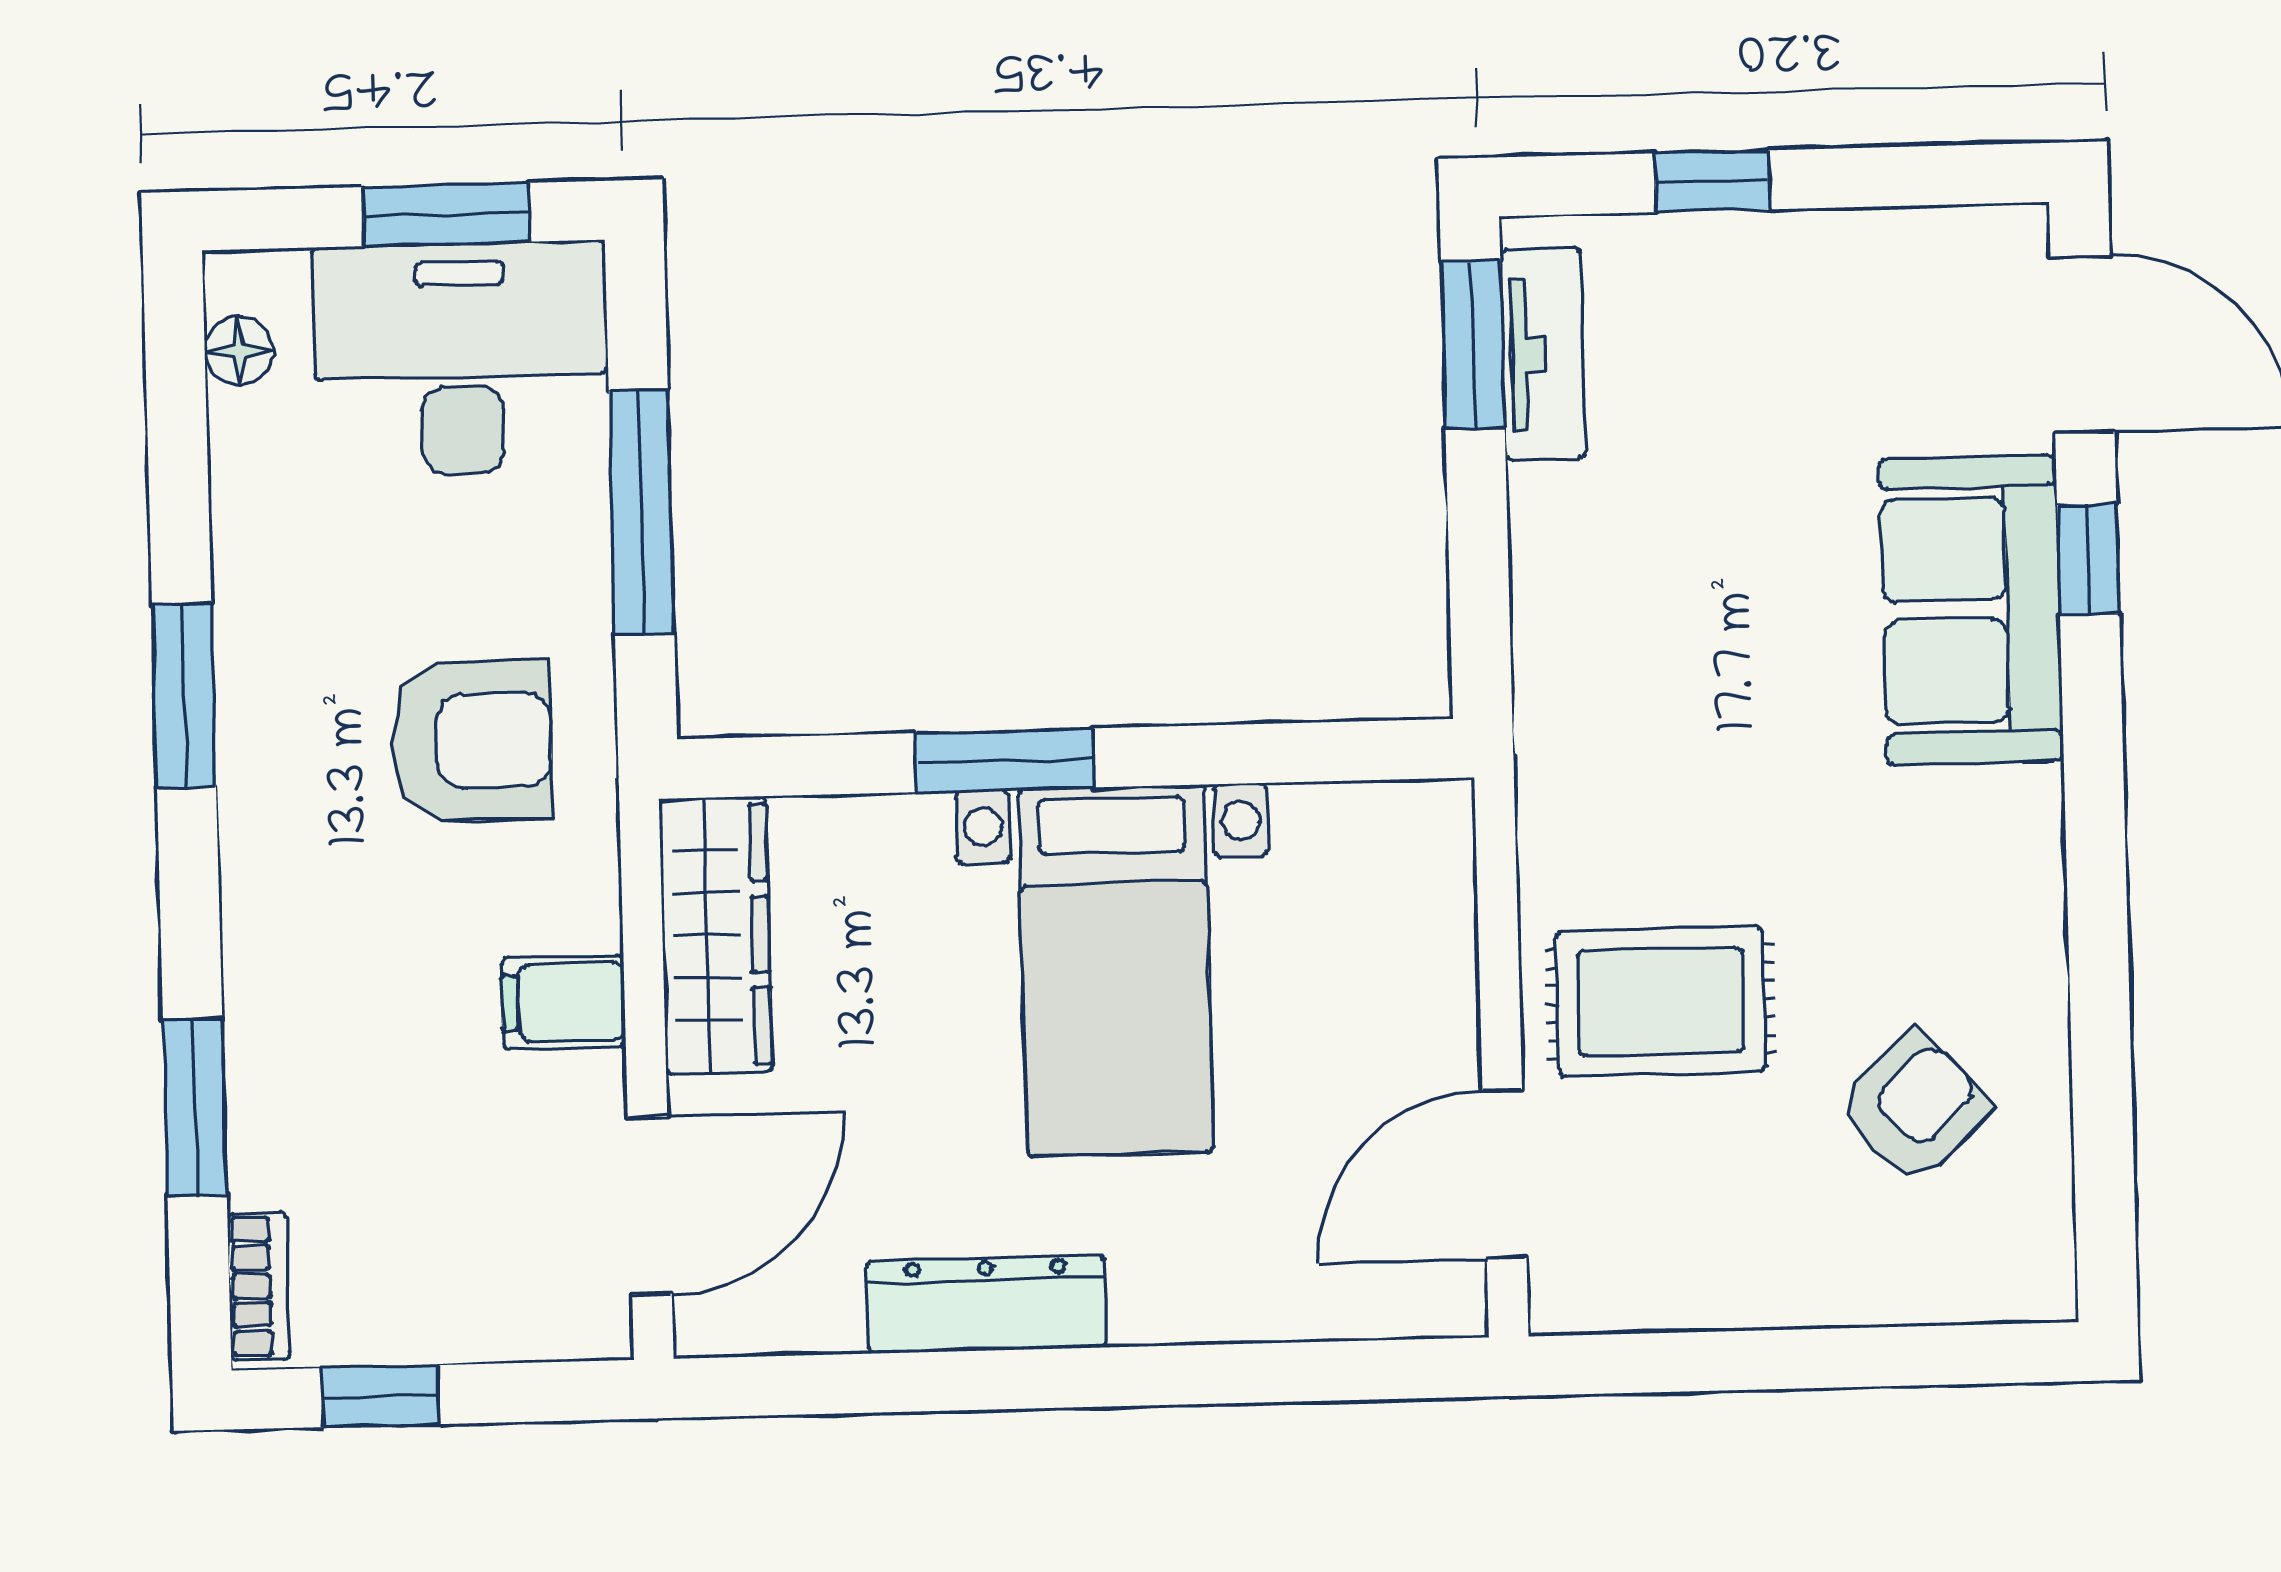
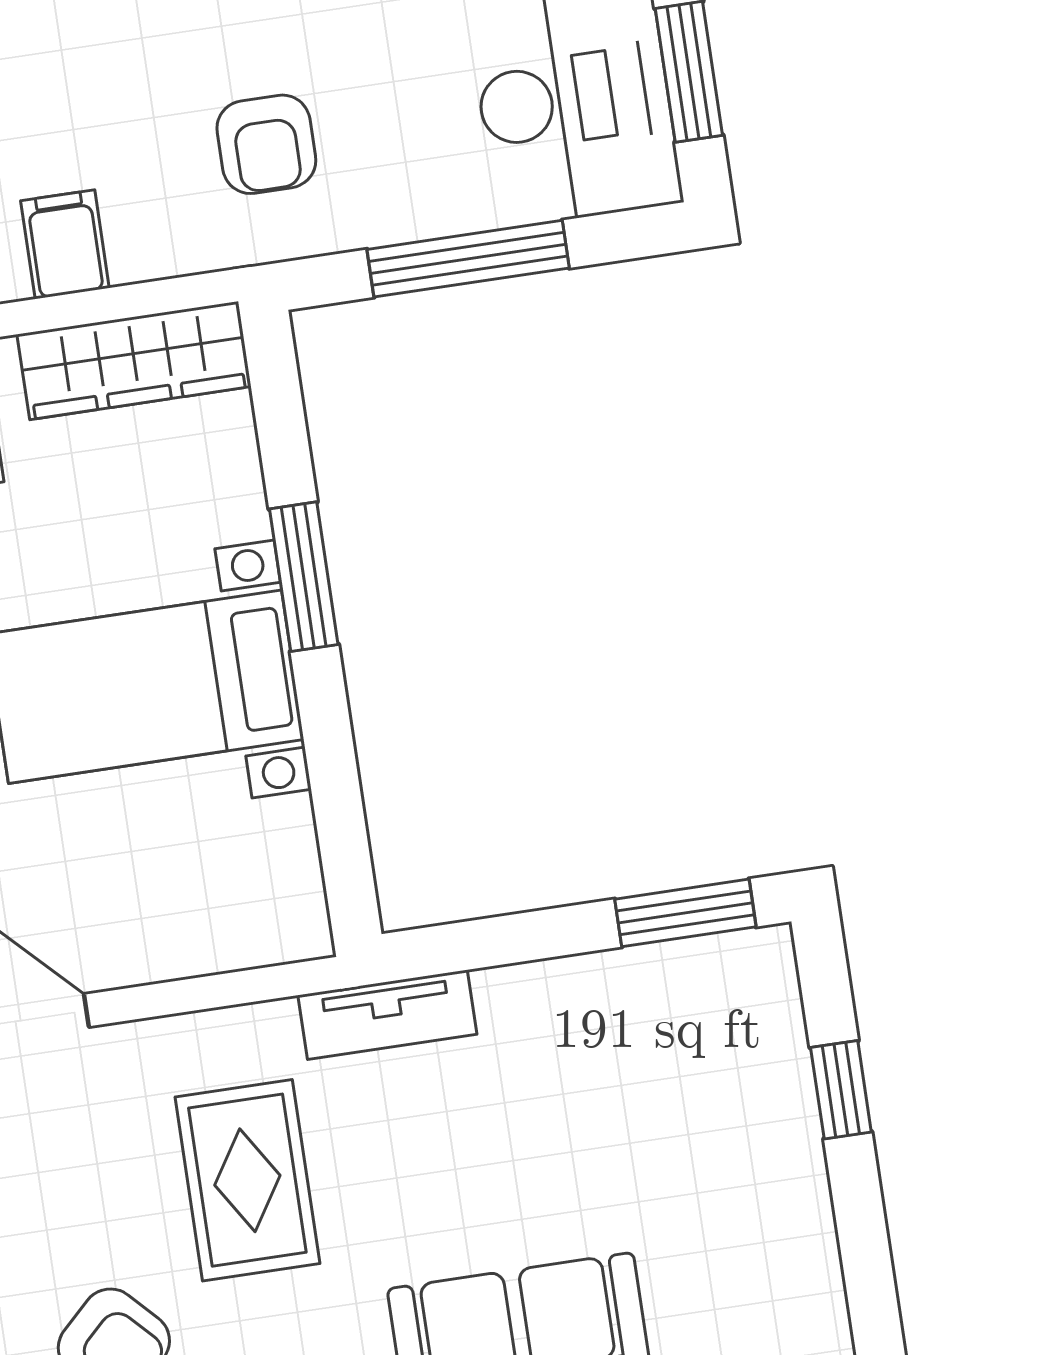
tv unit: (1543, 354) -> (387, 1015), moved
armchair: (472, 741) -> (266, 144), width x0.72, depth x0.72
rug: (1661, 1001) -> (247, 1180), moved

